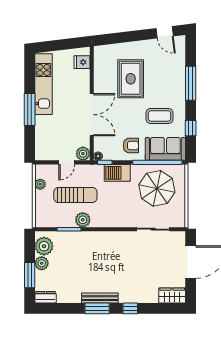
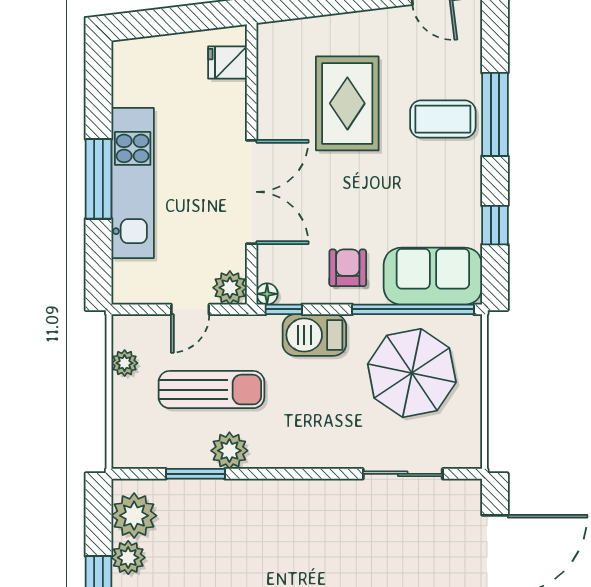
kitchen unit: (43, 84) -> (133, 183), moved
coffee table: (159, 116) -> (443, 119), moved
armchair: (131, 146) -> (348, 268), turned -90

